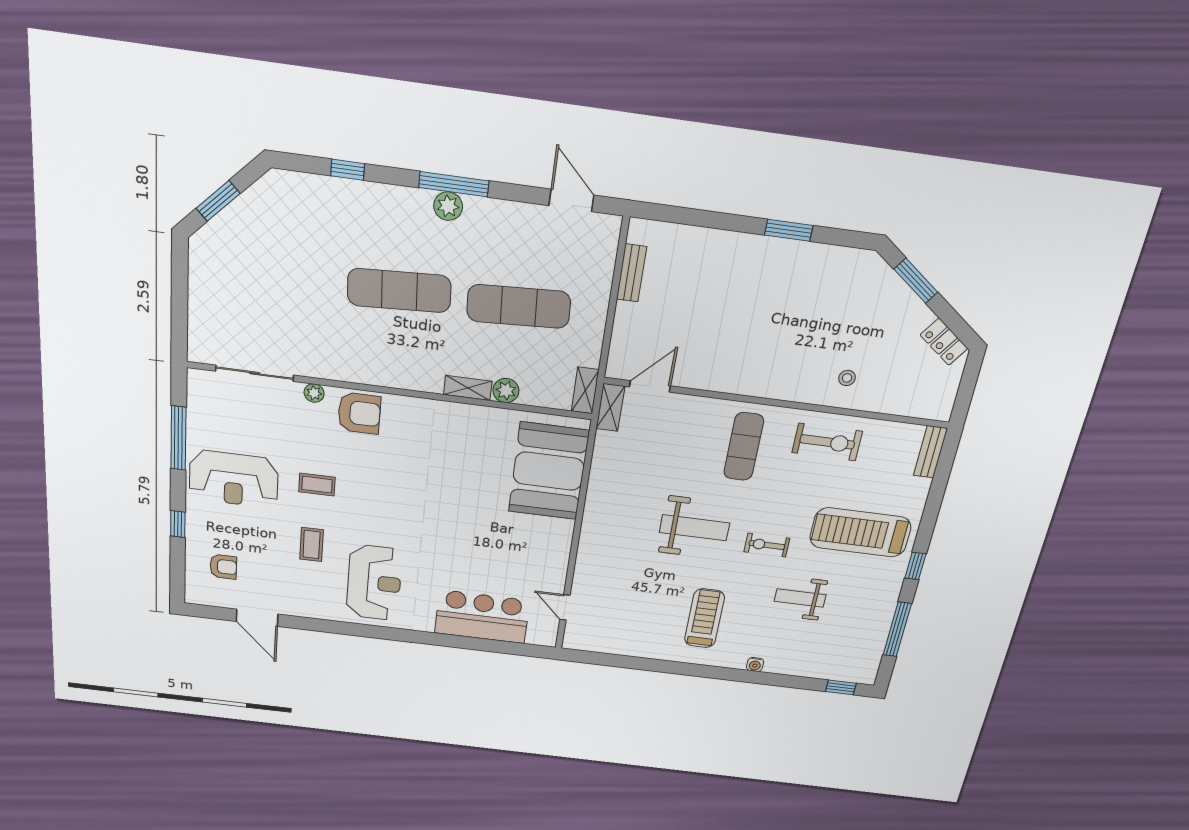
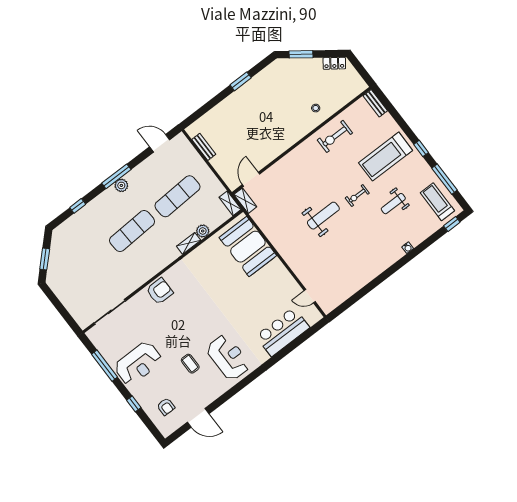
plant: (314, 393) -> (137, 299), removed
exercise bike: (827, 442) -> (335, 136), turned 180
exercise mat: (744, 447) -> (307, 168), removed
coffee table: (317, 485) -> (170, 336), removed
armchair: (223, 567) -> (166, 407), turned 90
treadmill: (704, 618) -> (437, 202), moved

